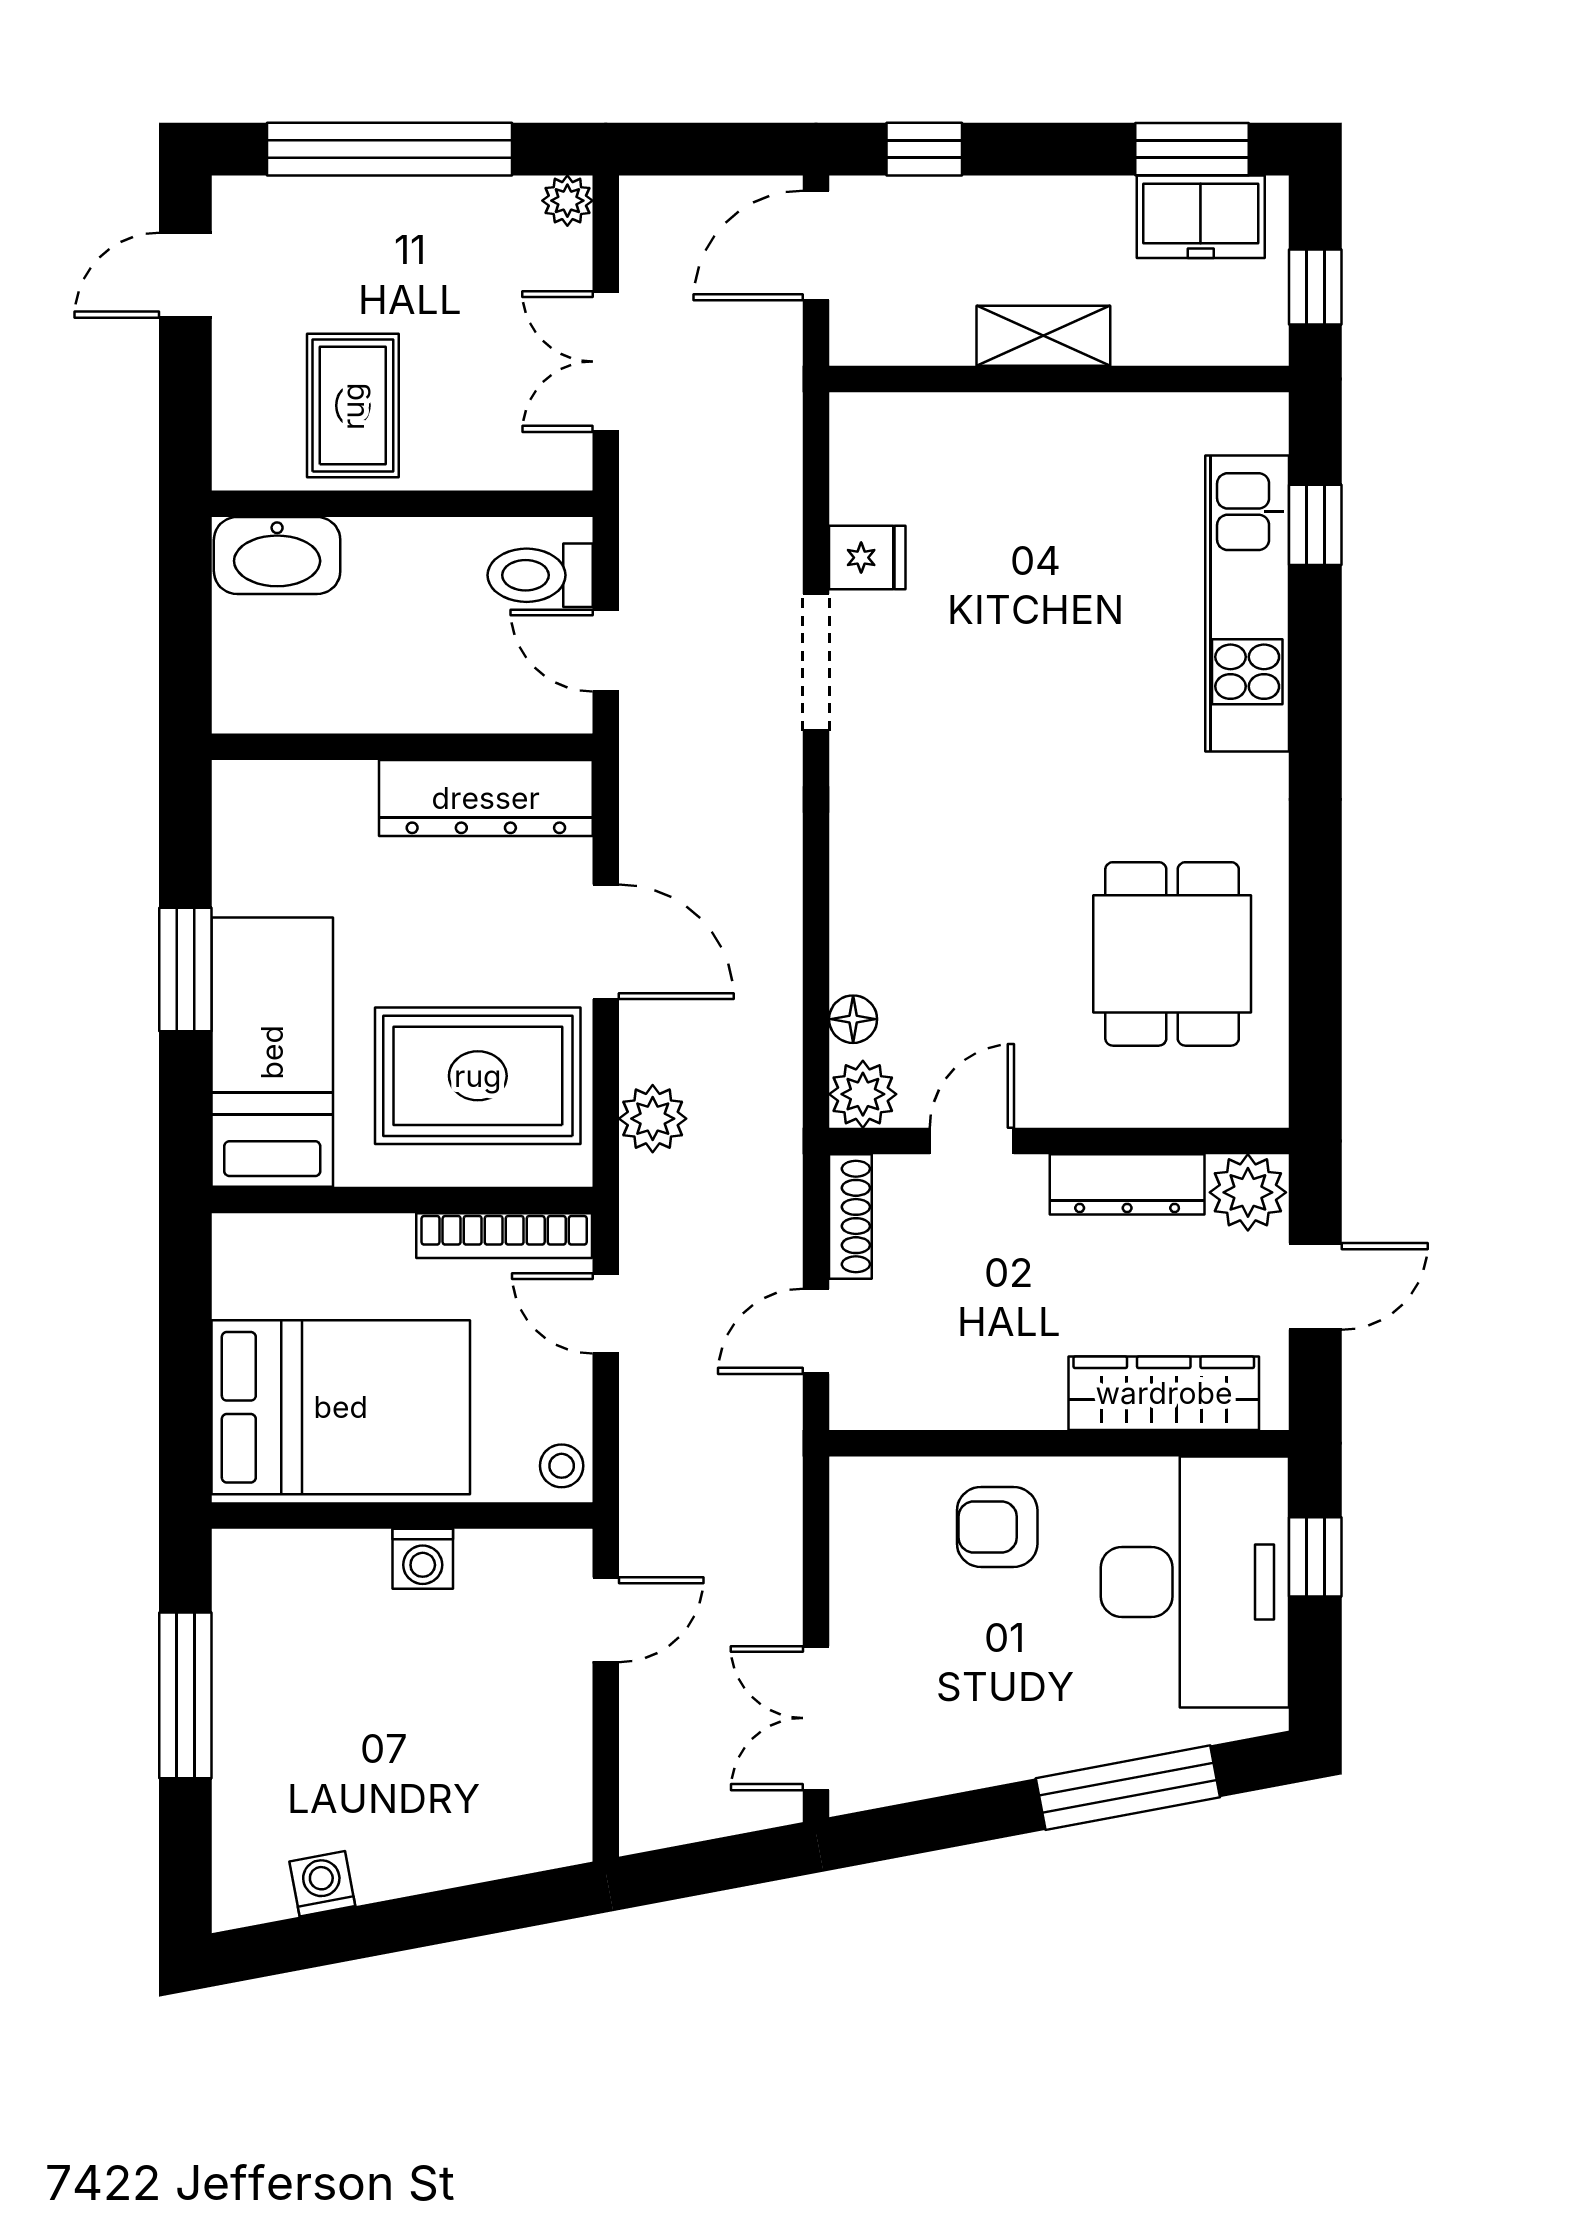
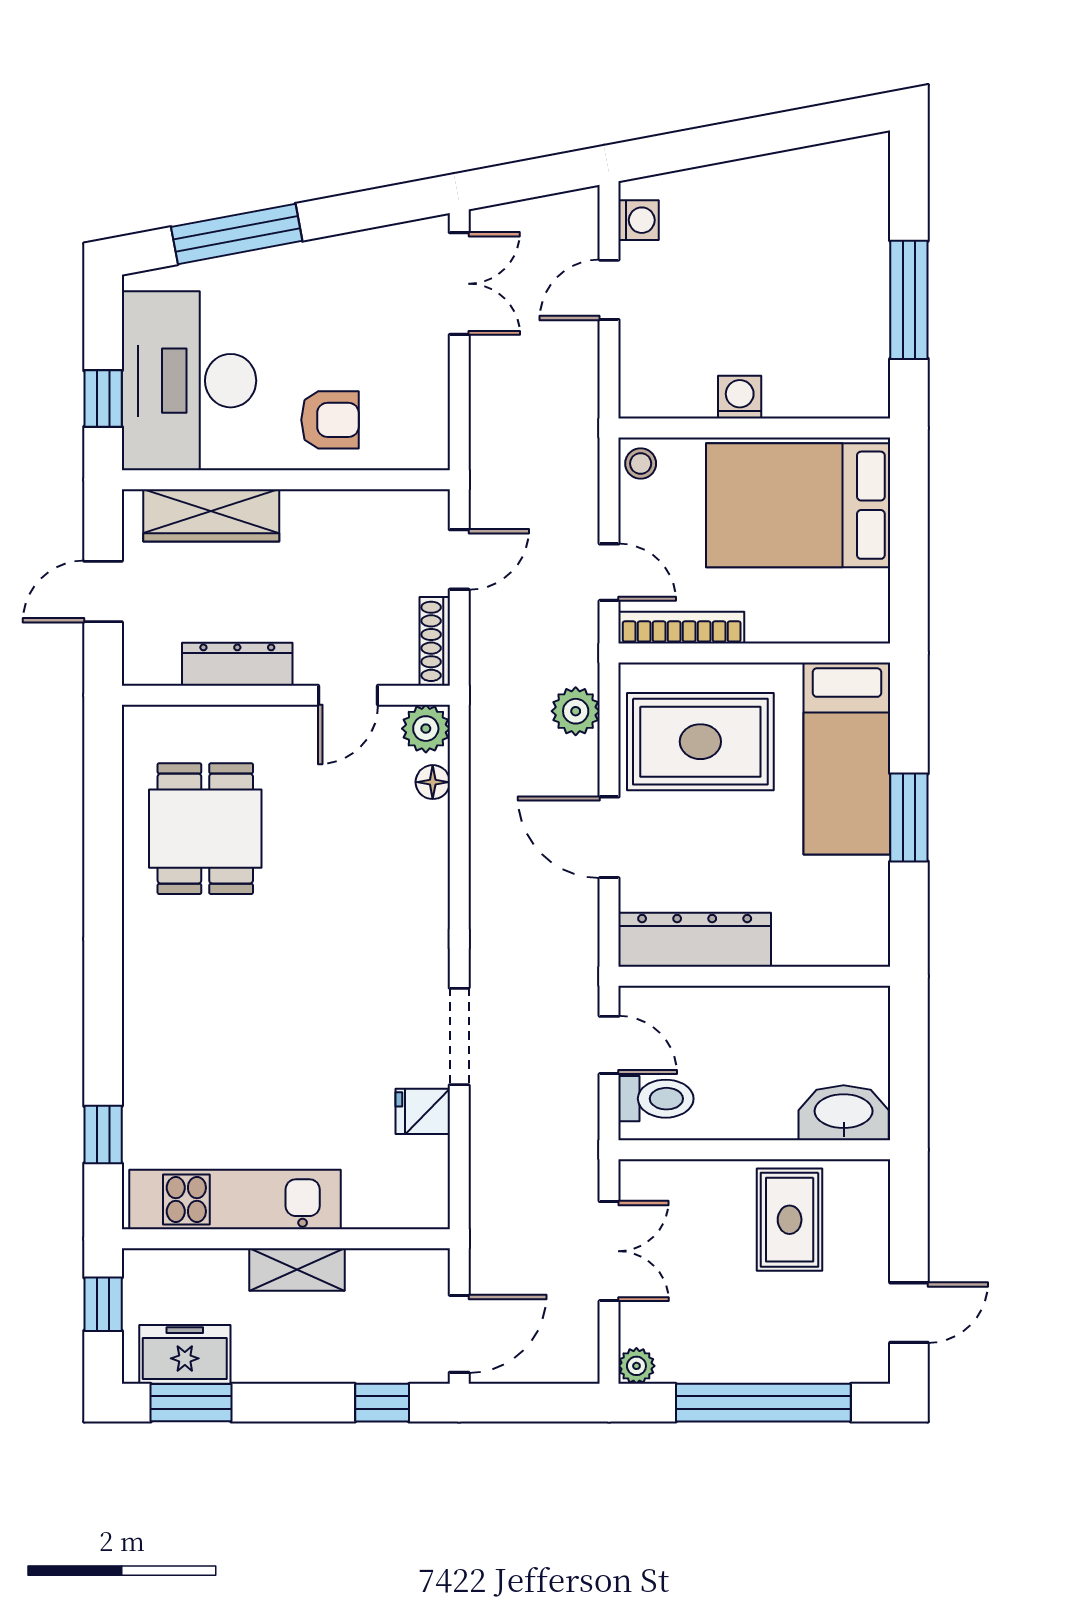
kitchen unit: (1247, 604) -> (235, 1199), moved, turned -90
plant: (1248, 1192) -> (151, 659), removed
door: (606, 1620) -> (609, 290), moved
washing machine: (322, 1884) -> (639, 220), moved, turned -79

